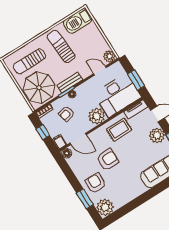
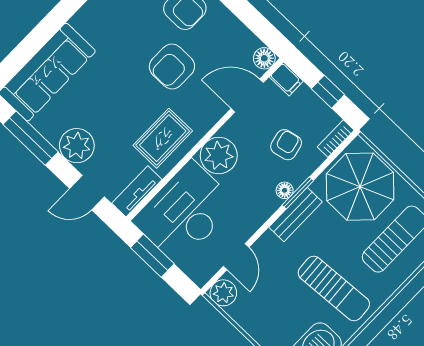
door: (100, 71) -> (236, 257), hinge flipped

